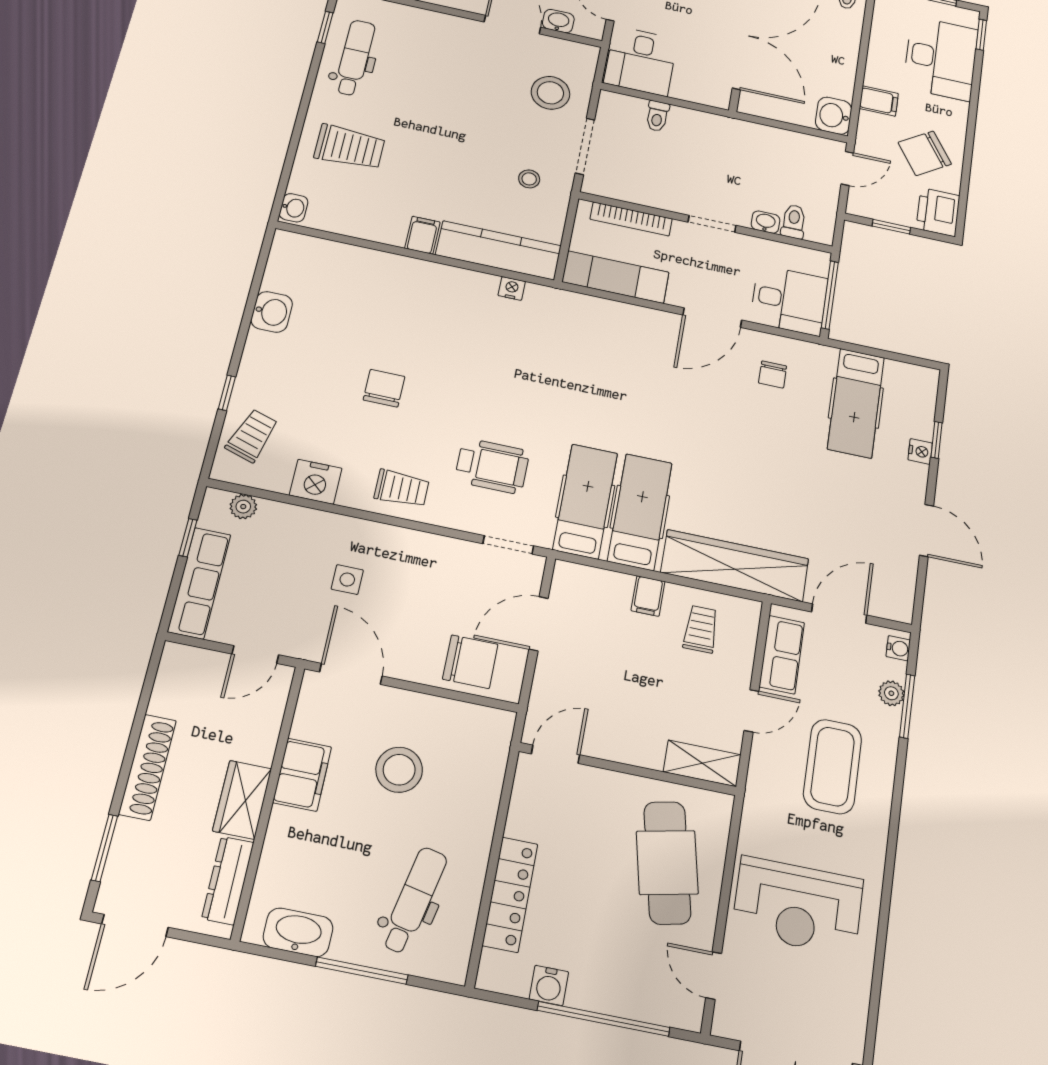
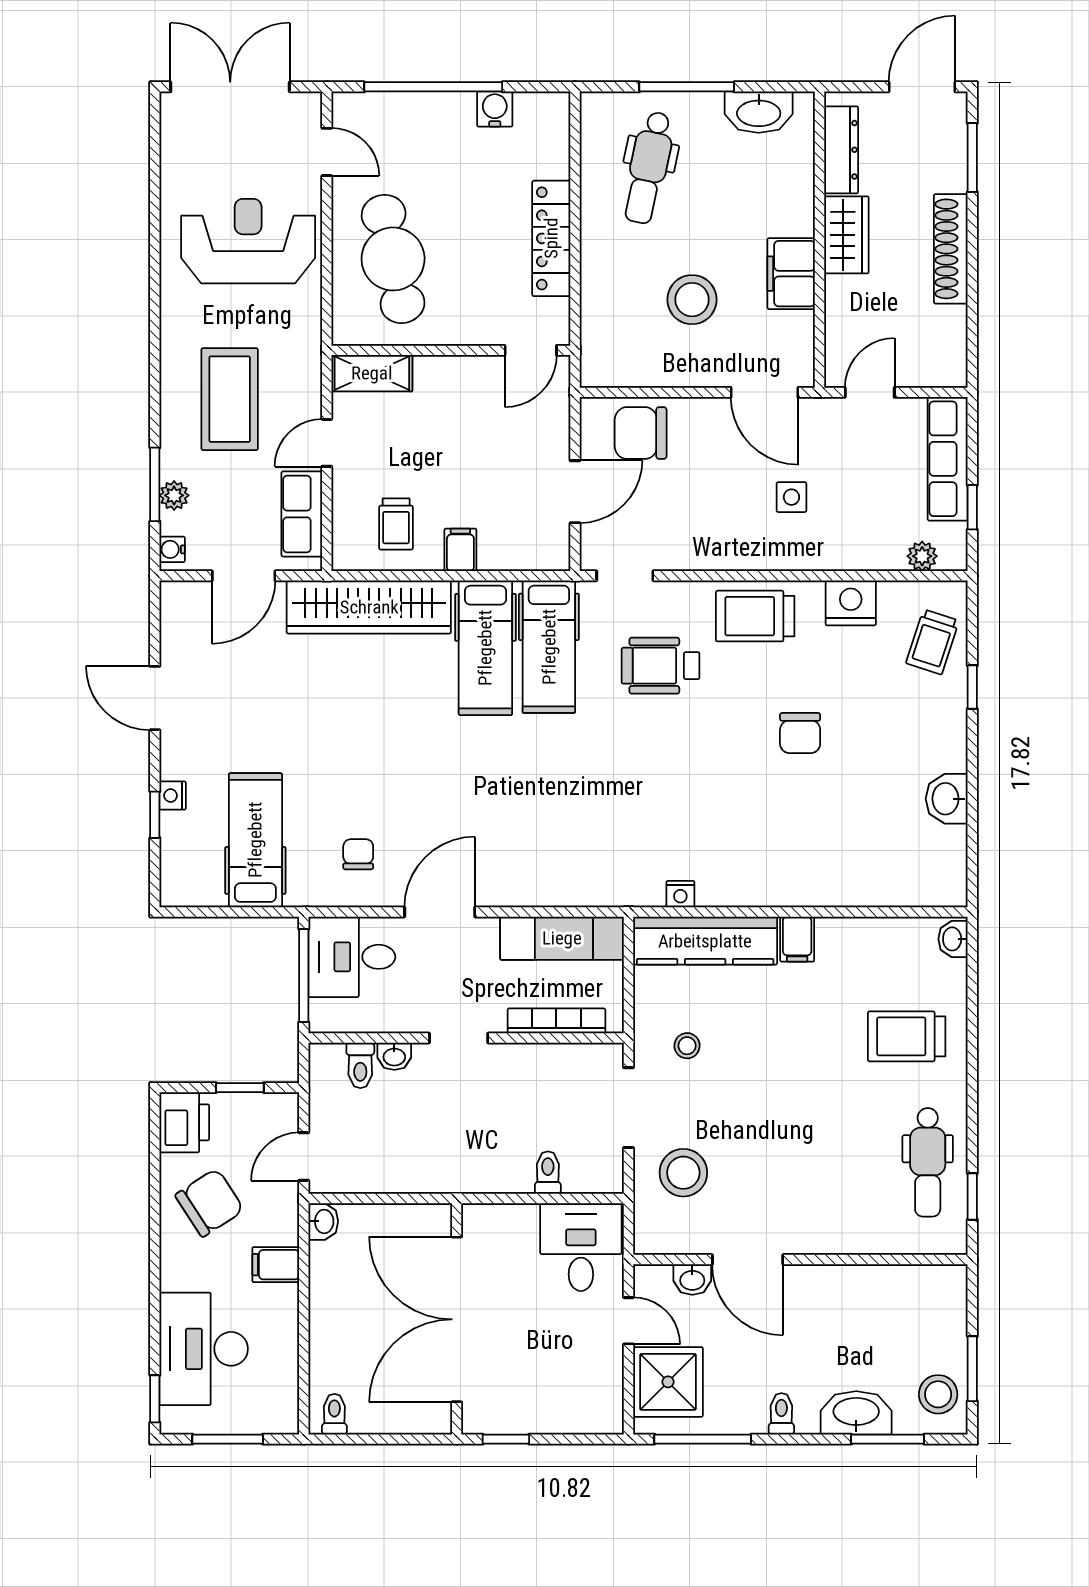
washbasin: (834, 116) -> (323, 1221), width x0.72, depth x0.69
trolley: (402, 488) -> (755, 616), width x1.36, depth x1.39
locker: (510, 894) -> (551, 238), moved

